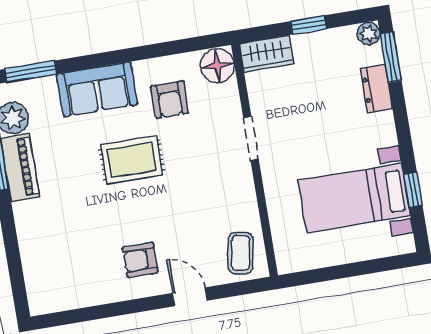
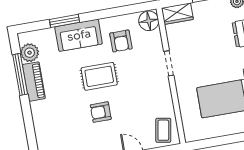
window: (31, 71) -> (64, 21), moved
armchair: (140, 260) -> (101, 112), moved

